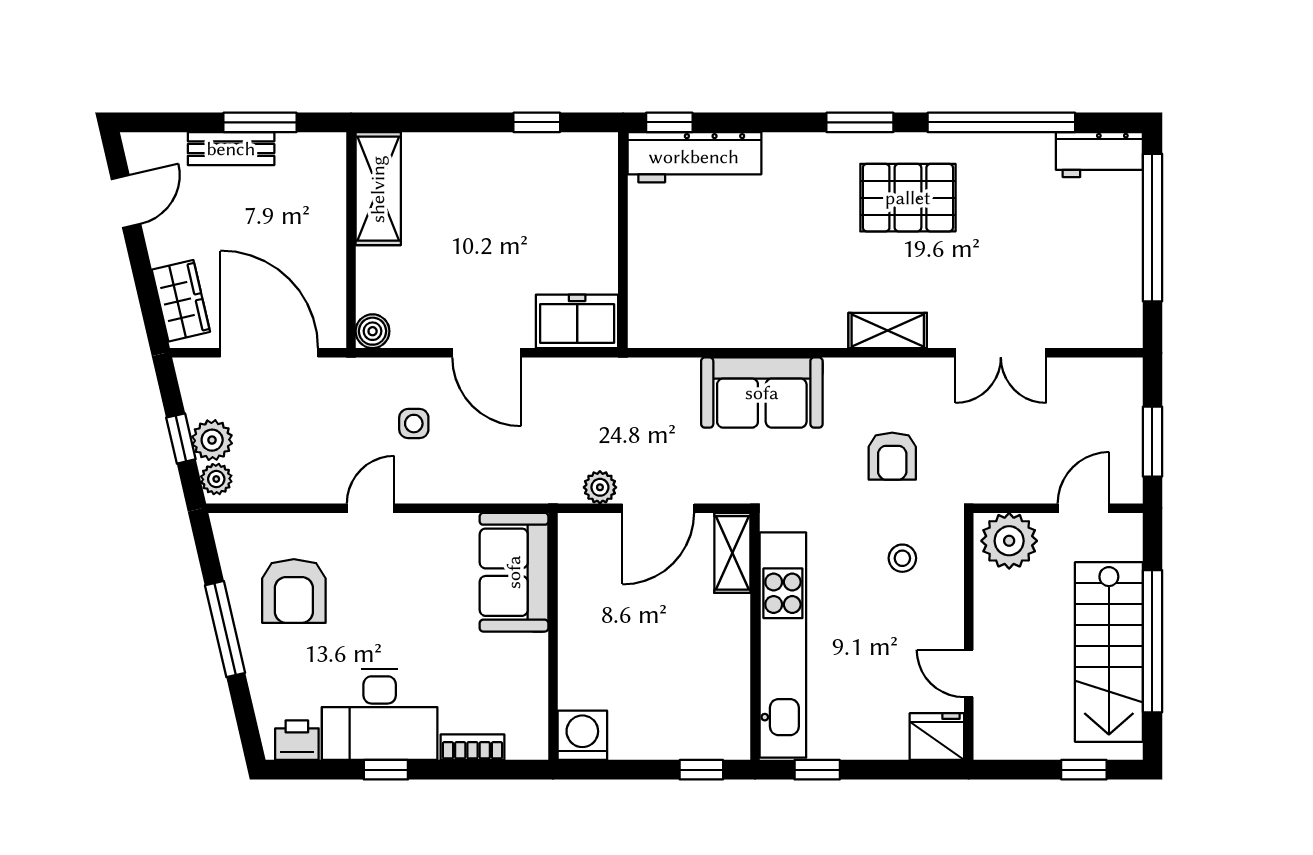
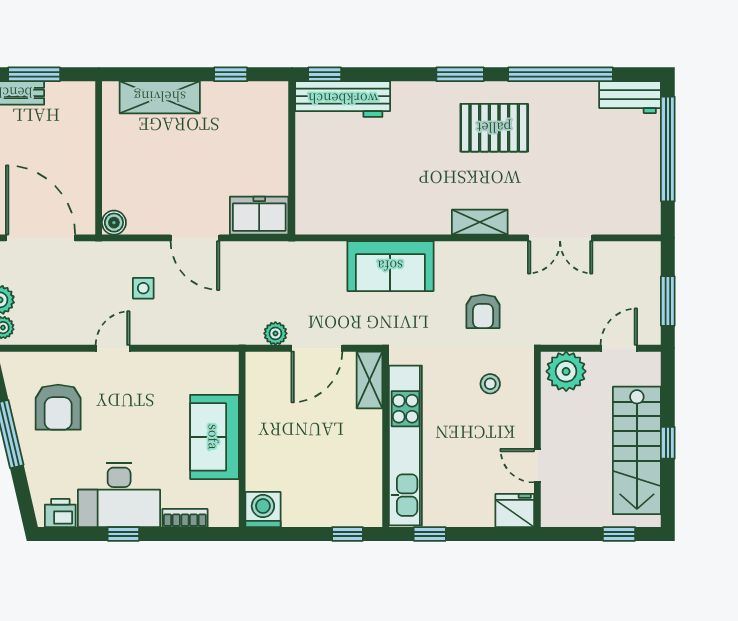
shelving: (378, 189) -> (160, 97), moved, turned 90
sofa: (514, 572) -> (214, 437), moved
window: (1152, 641) -> (668, 443), width x0.32

